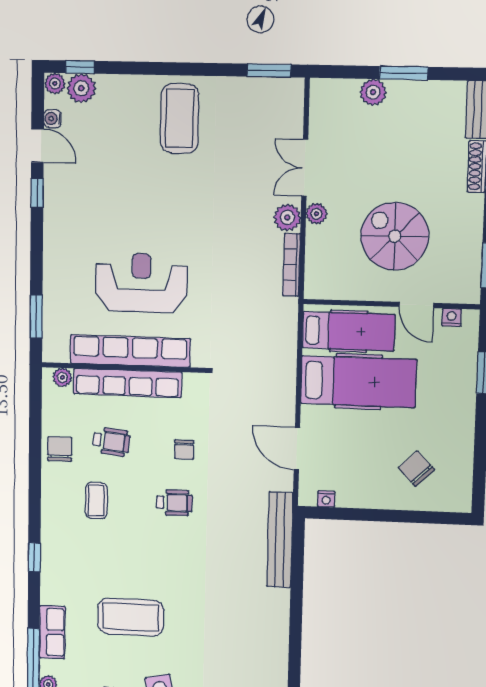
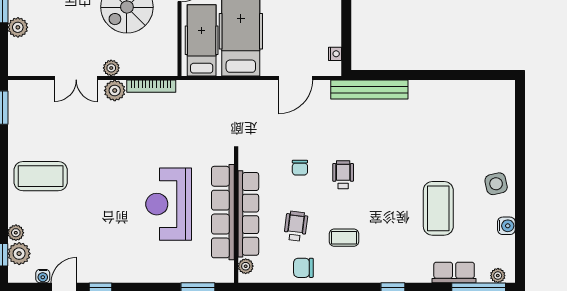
plant: (55, 83) -> (16, 233), moved
chair: (184, 450) -> (300, 168), turned 90

